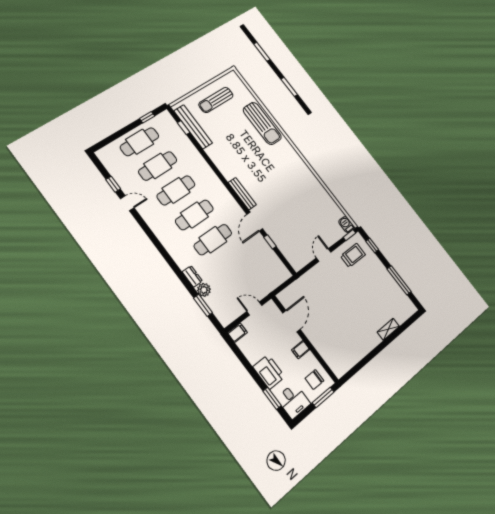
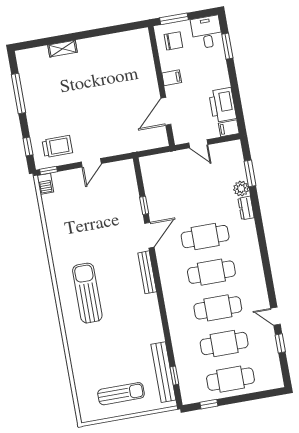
sun lounger: (262, 123) -> (87, 293), moved
trolley: (353, 255) -> (57, 146), turned 180
printer: (269, 372) -> (222, 105), moved

